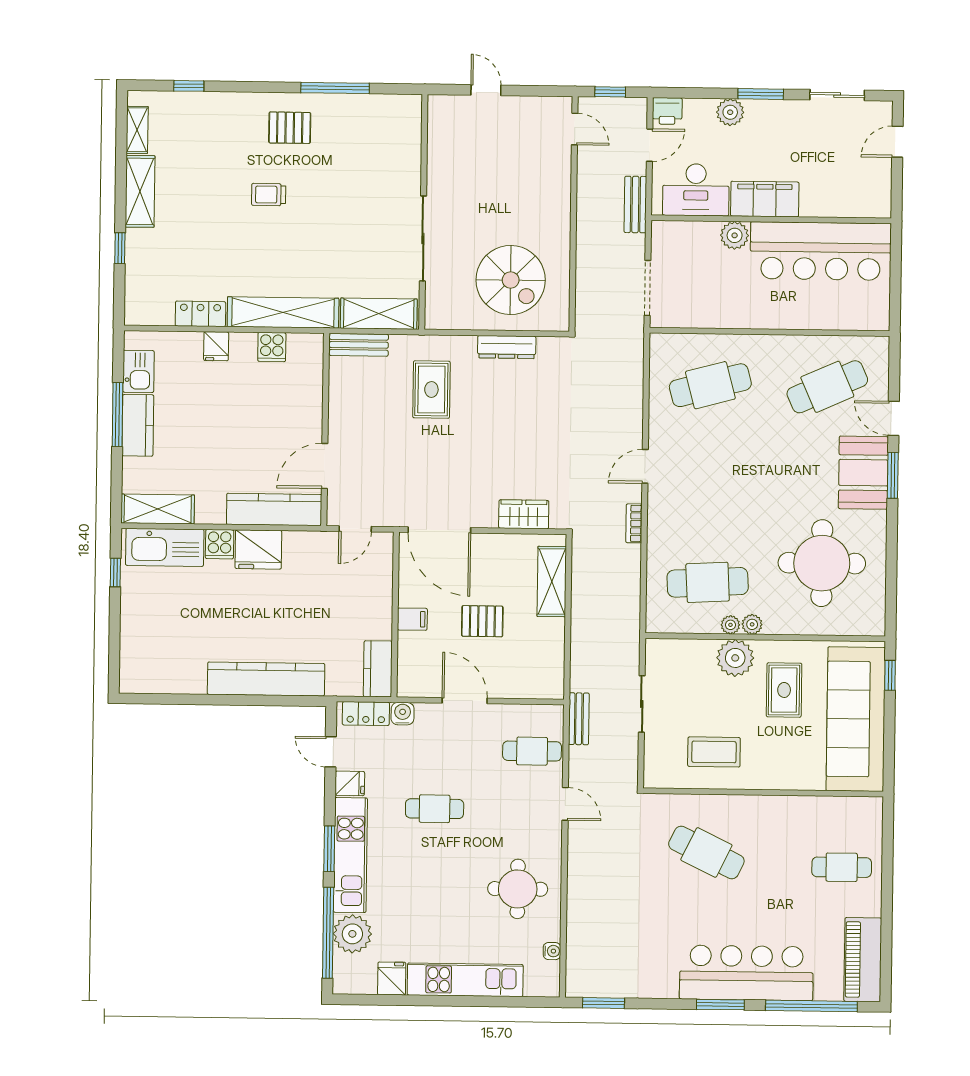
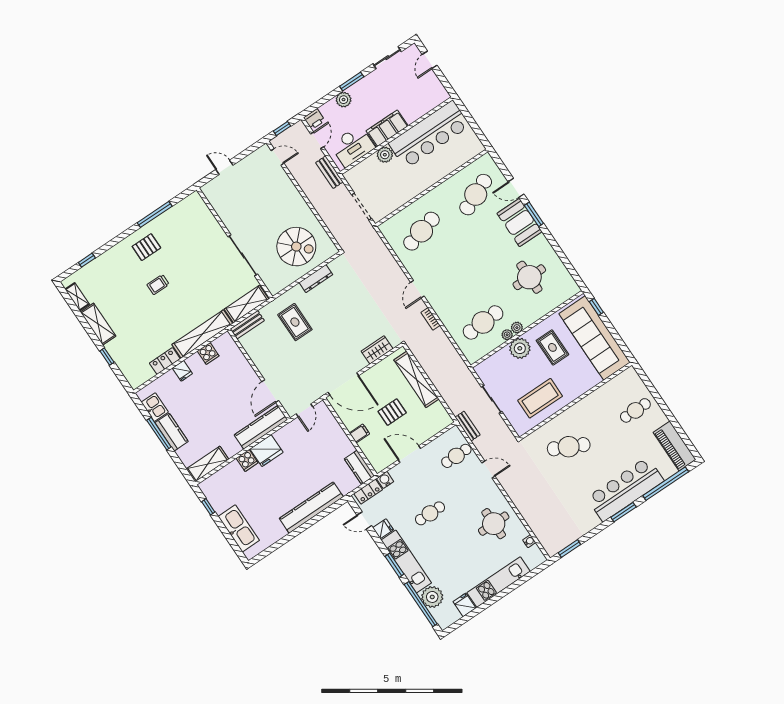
kitchen sink: (165, 547) -> (239, 528), moved, turned -90
round table: (822, 563) -> (529, 277), width x0.73, depth x0.73
shelving: (552, 582) -> (416, 379), width x1.47
coffee table: (714, 752) -> (540, 398), width x1.36, depth x1.32

